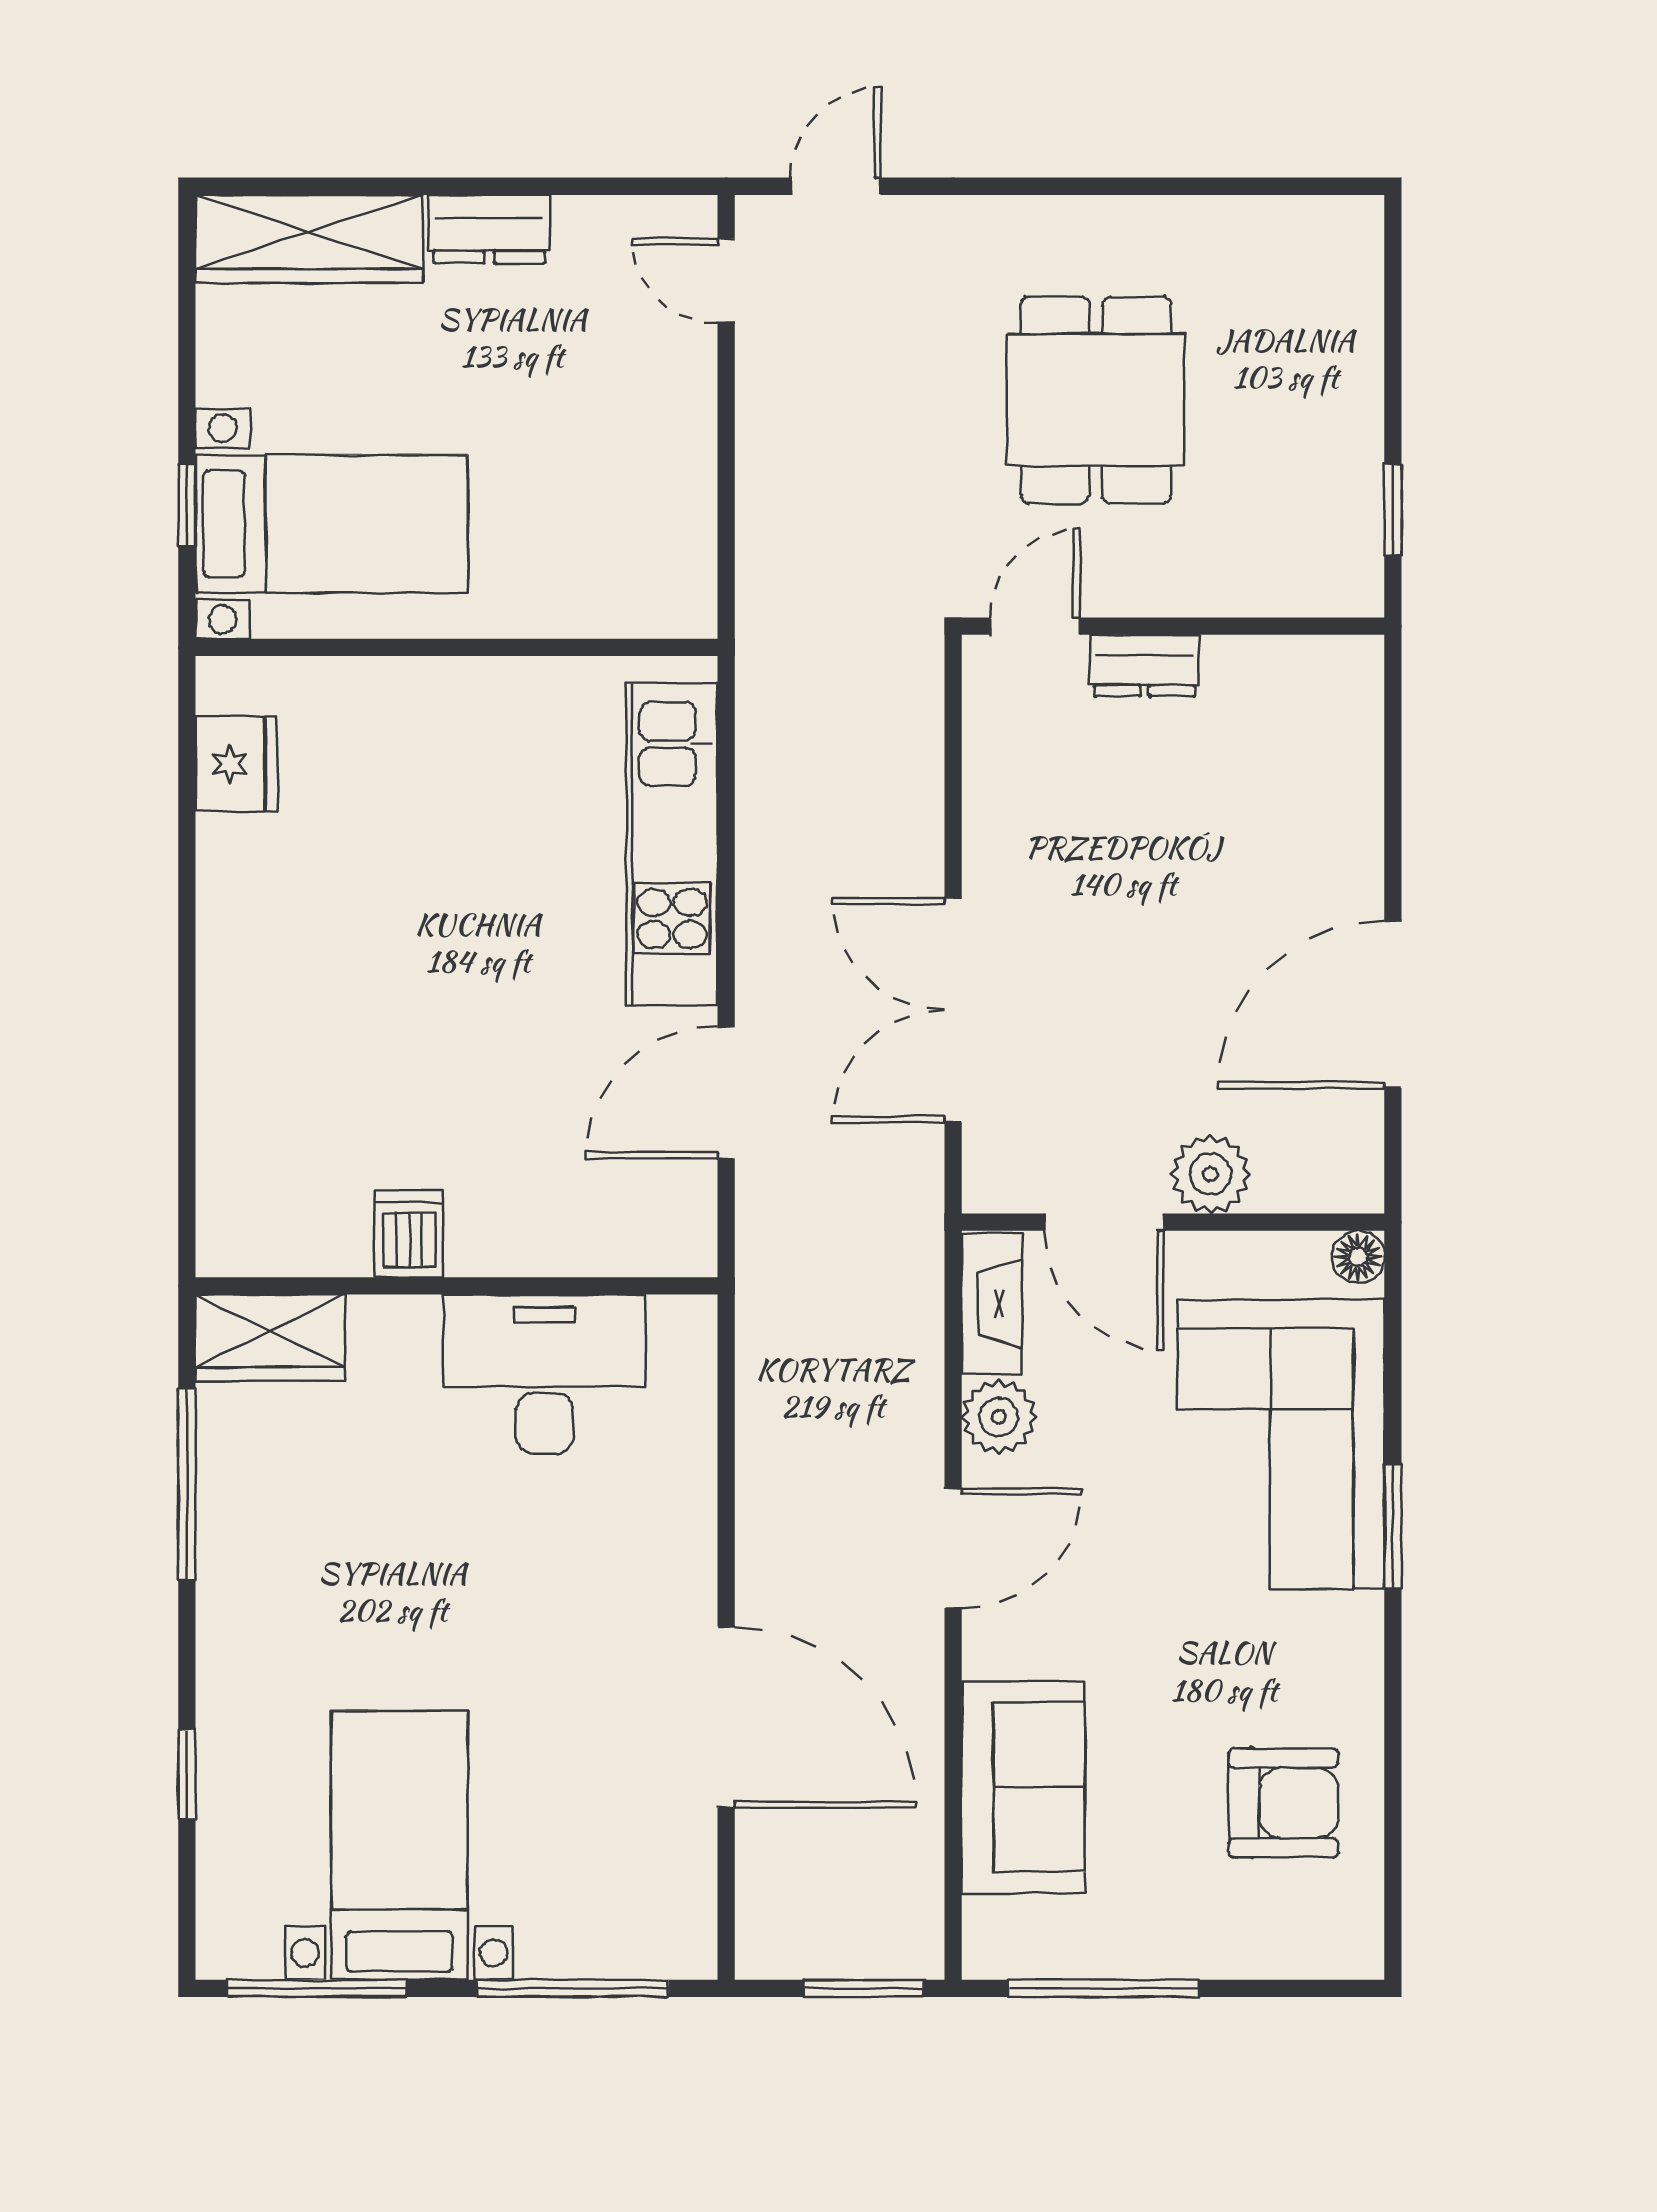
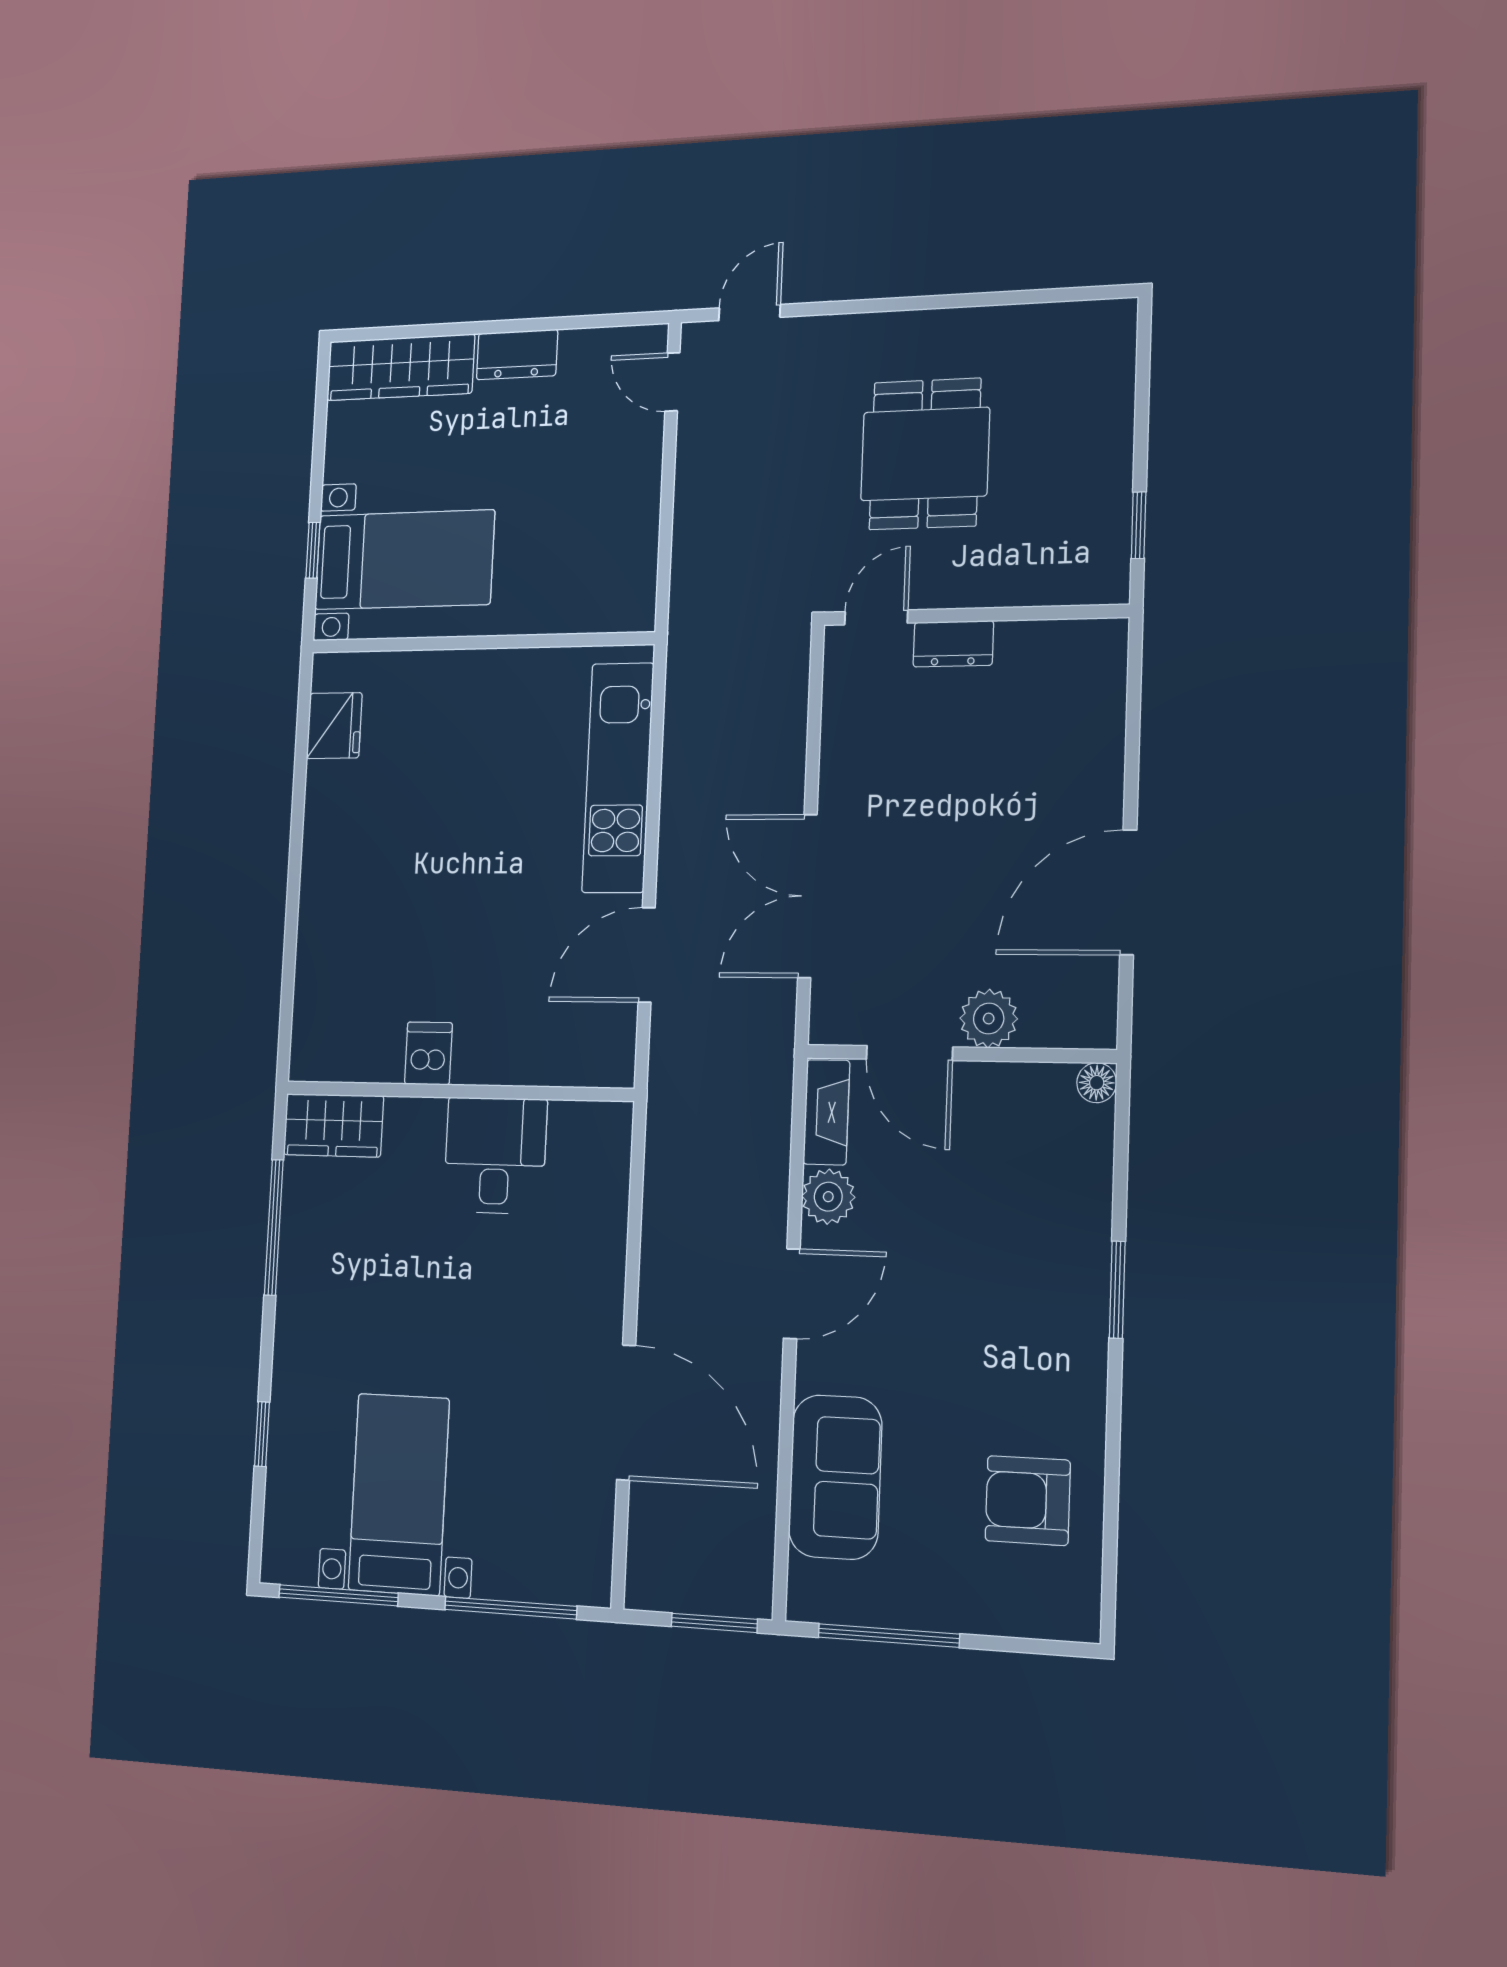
desk: (545, 1374) -> (495, 1156), width x0.73
corner sofa: (1281, 1444) -> (1034, 1224), removed
armchair: (1283, 1803) -> (1028, 1501), turned 180

